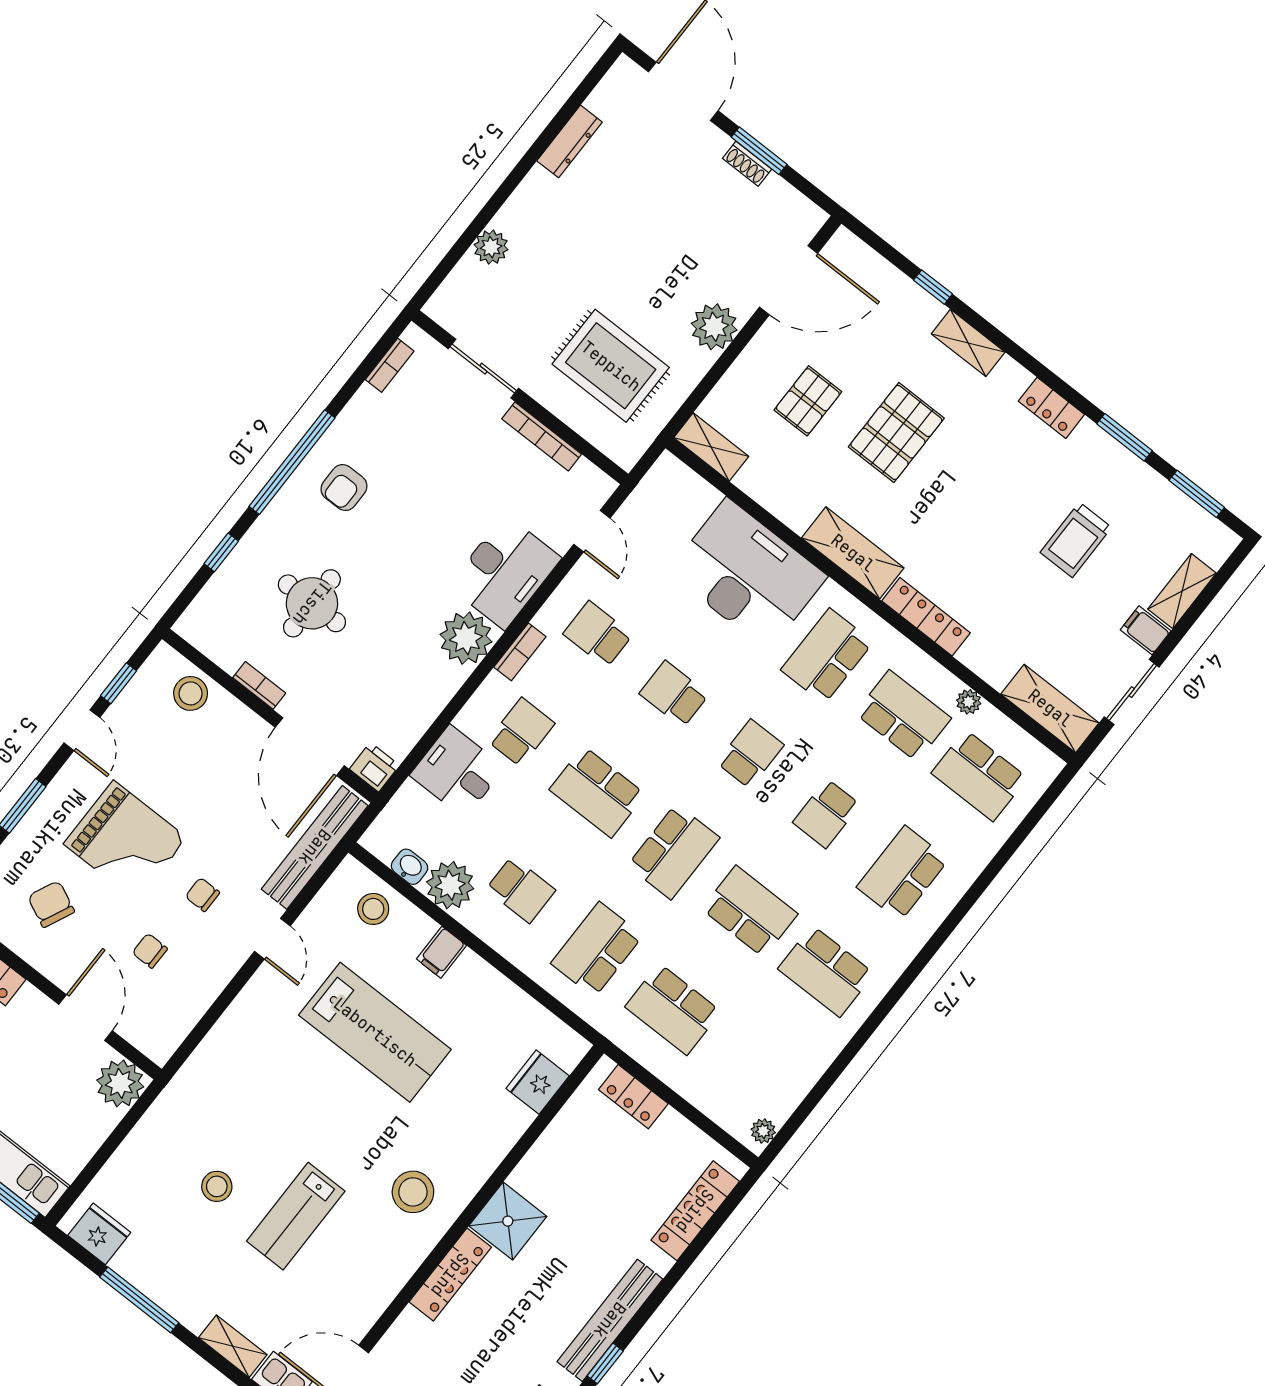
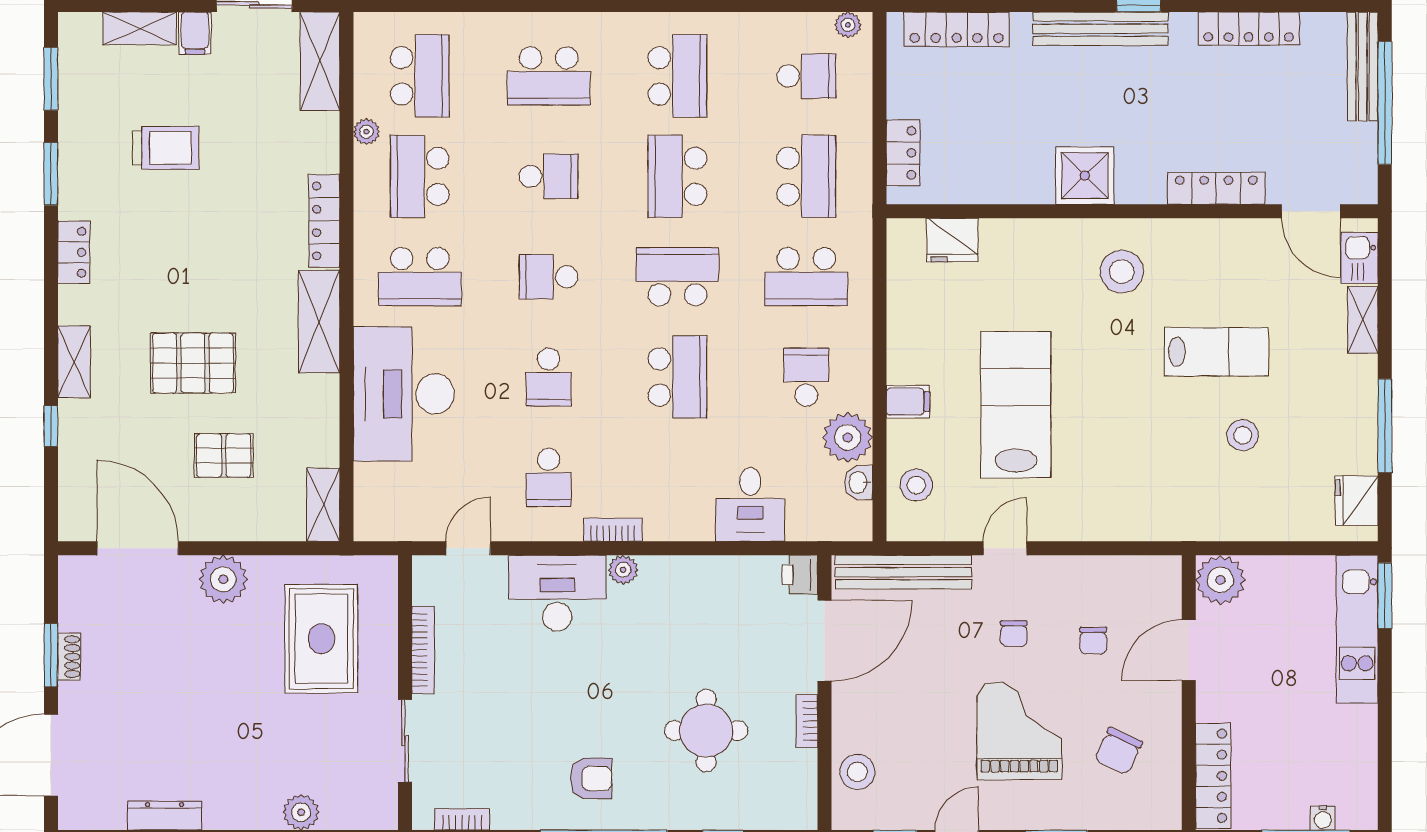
plant: (466, 638) -> (623, 570), width x0.53, depth x0.53
school desk: (521, 732) -> (806, 76), moved, turned 180
locker: (450, 1275) -> (1216, 188), moved

